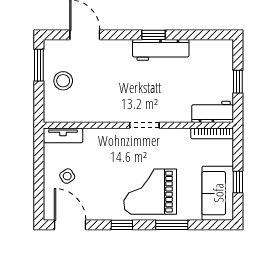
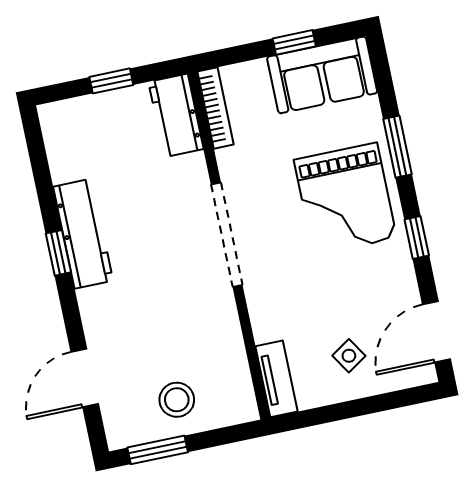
doorway: (144, 125) -> (227, 235), width x1.87

